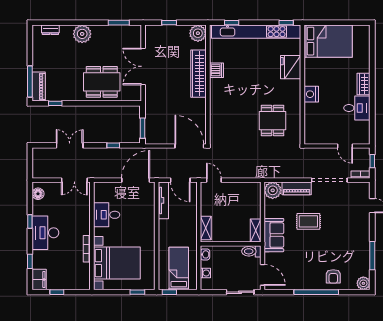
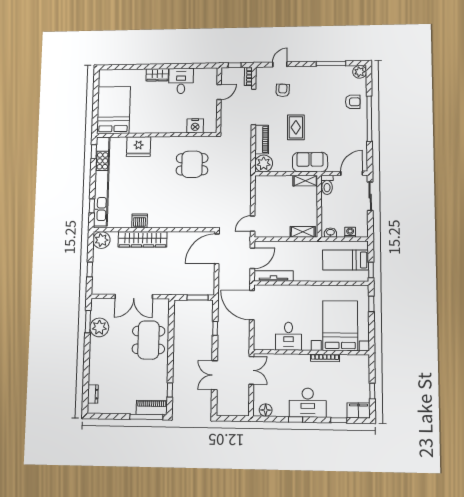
plant: (82, 34) -> (99, 327), moved
nightstand: (311, 94) -> (195, 126), moved
armchair: (346, 209) -> (283, 90), added

